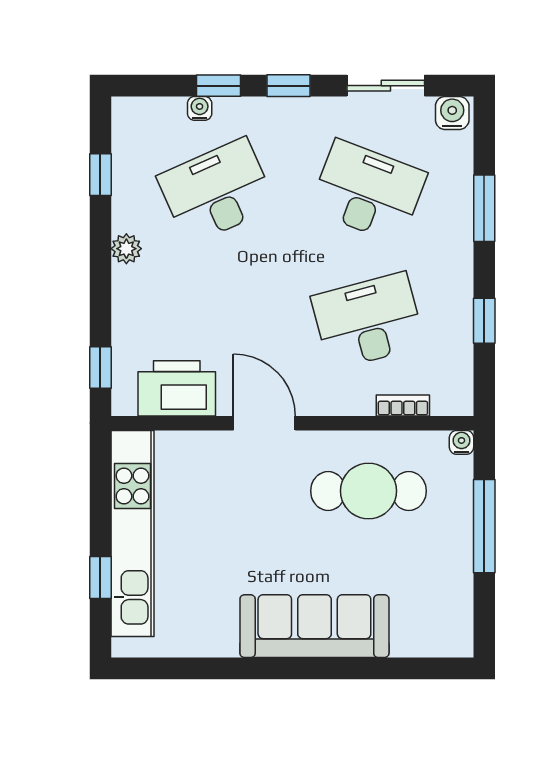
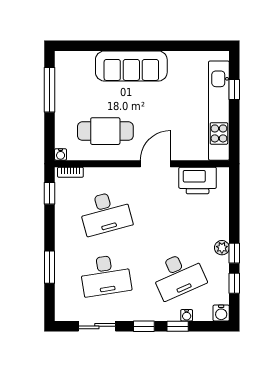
water cooler: (452, 113) -> (221, 313), moved
desk: (368, 191) -> (106, 275), turned -30
window: (484, 321) -> (50, 193), moved
window: (100, 367) -> (234, 253), moved
bookcase: (403, 405) -> (70, 172), moved
door: (264, 423) -> (155, 164), swing flipped
window: (484, 526) -> (50, 90), moved

